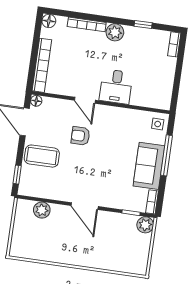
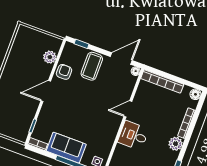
armchair: (80, 136) -> (64, 72), moved
plant: (145, 225) -> (21, 135), removed

